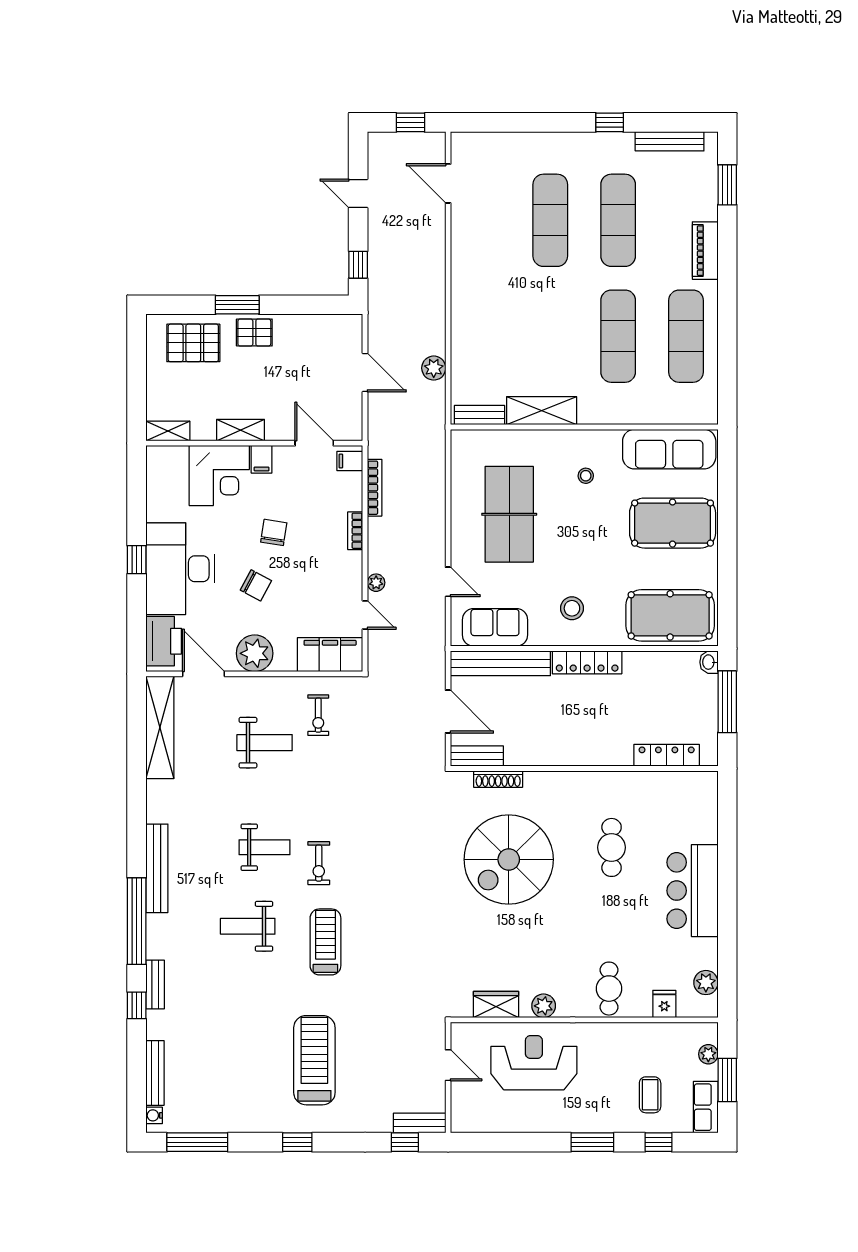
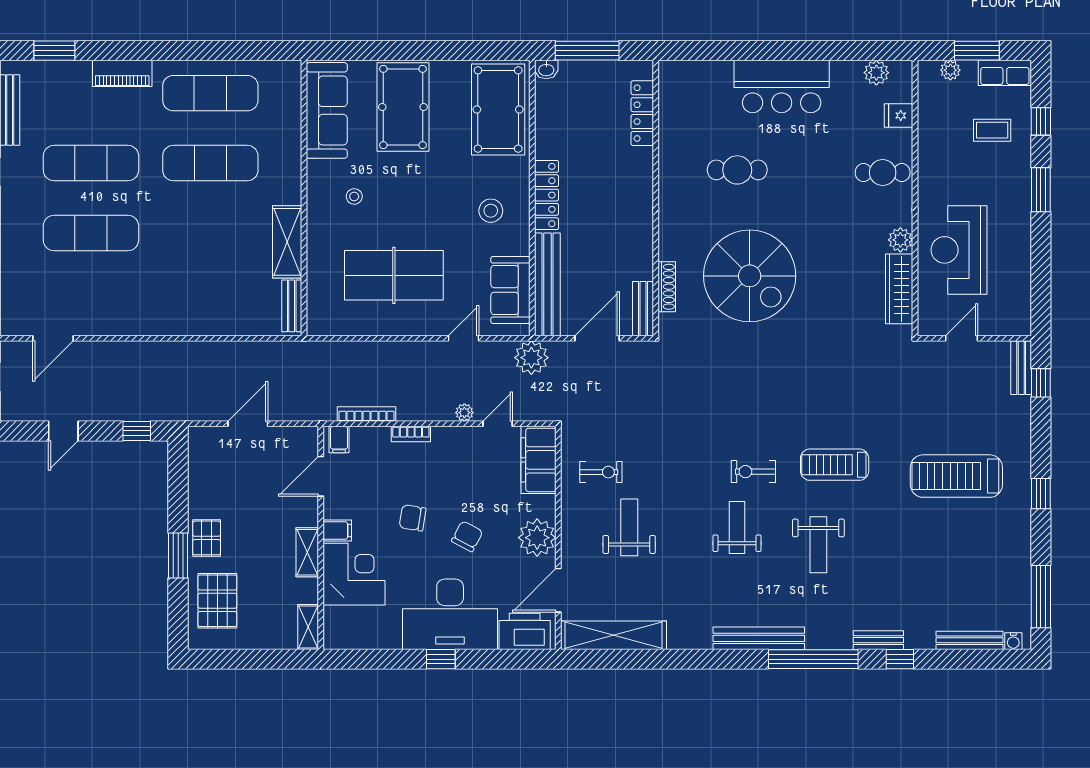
plant: (434, 368) -> (531, 358), moved, width x1.36, depth x1.36
exercise bike: (319, 863) -> (753, 472), turned 180
wardrobe: (496, 1005) -> (899, 289), width x1.50

